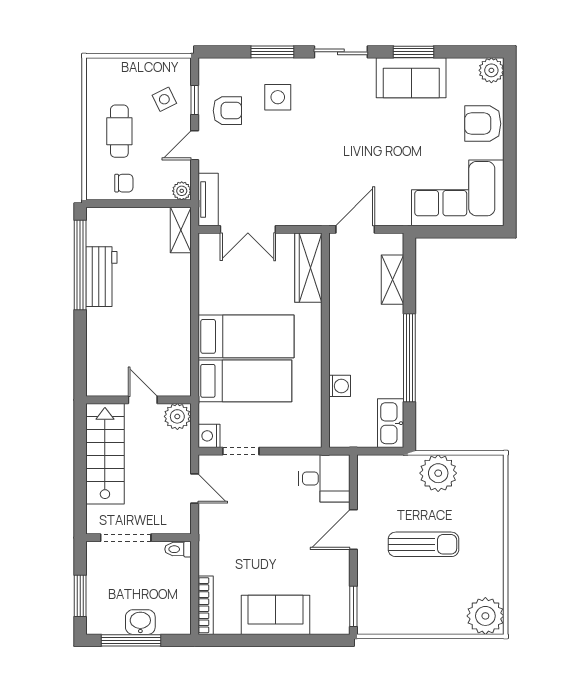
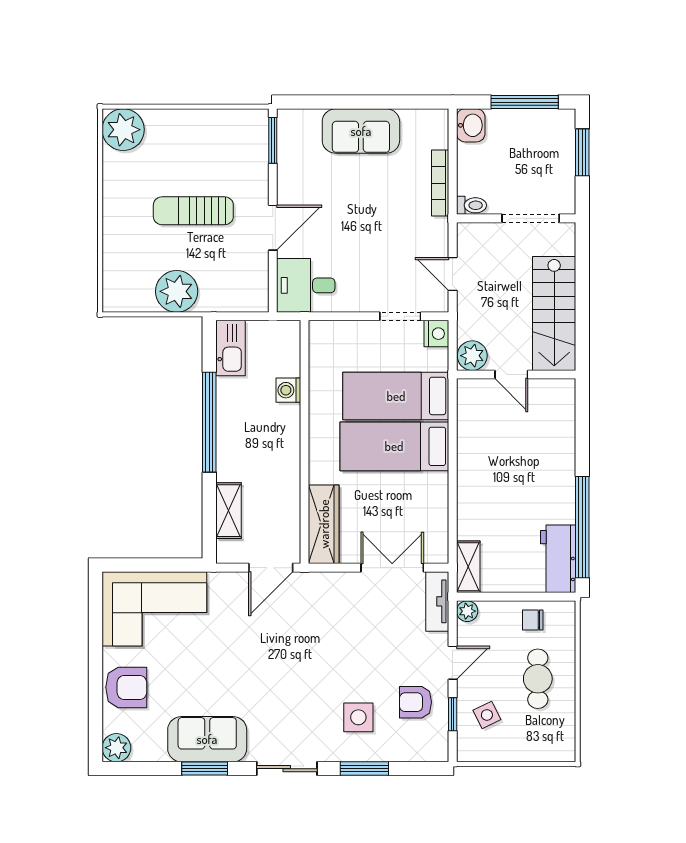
workbench: (101, 277) -> (558, 559), moved
bookcase: (206, 605) -> (440, 183), moved
washbasin: (140, 622) -> (471, 125), moved, turned -90

